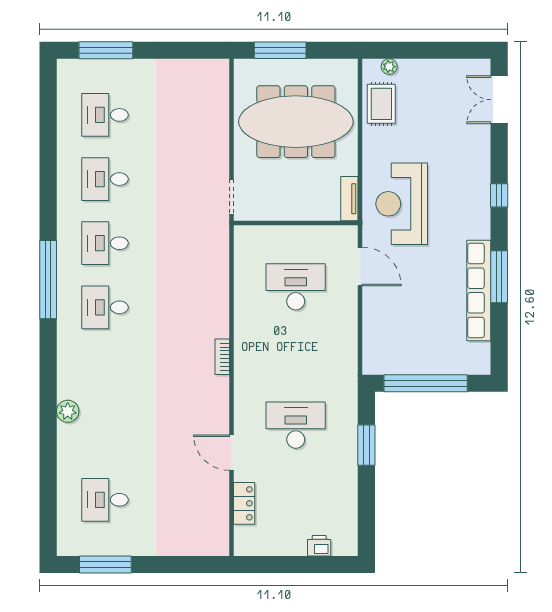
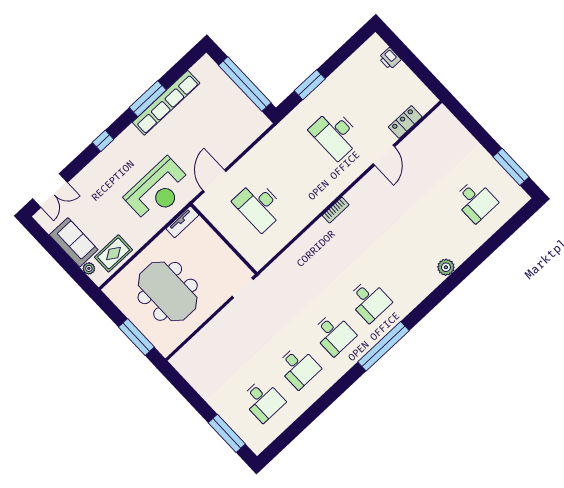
sofa: (428, 76) -> (74, 242), added
meeting table: (296, 122) -> (168, 291), width x0.73

